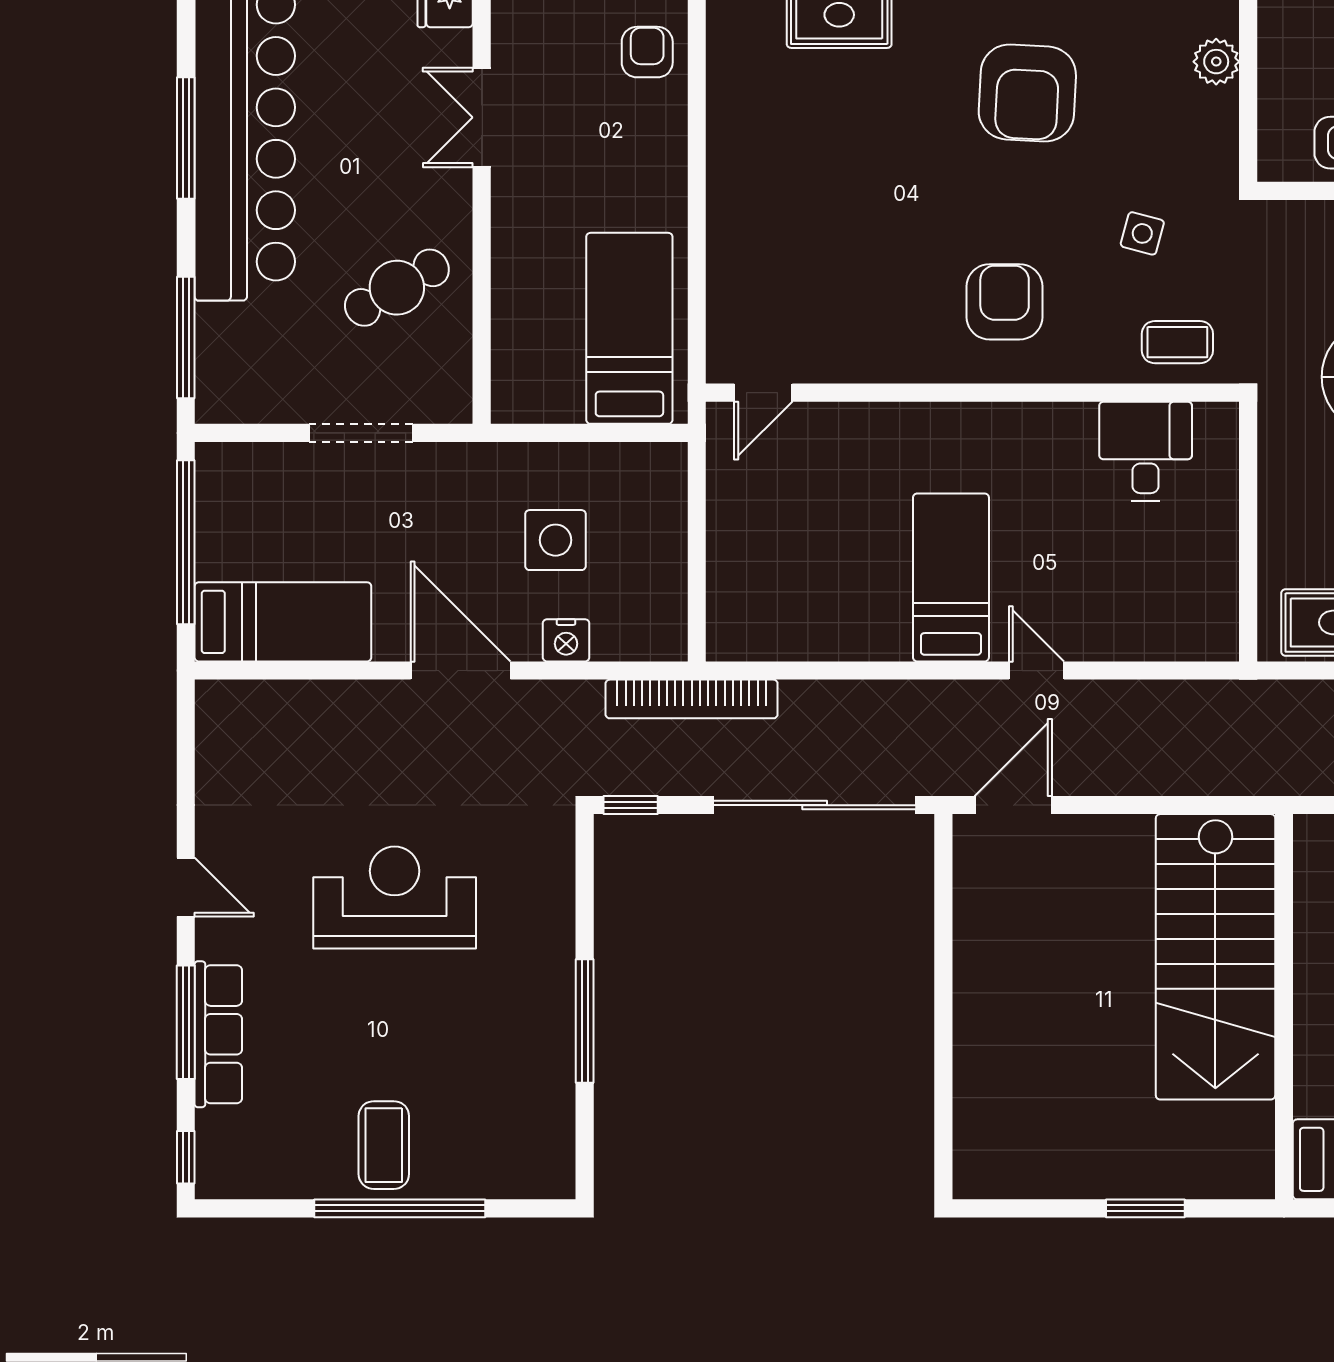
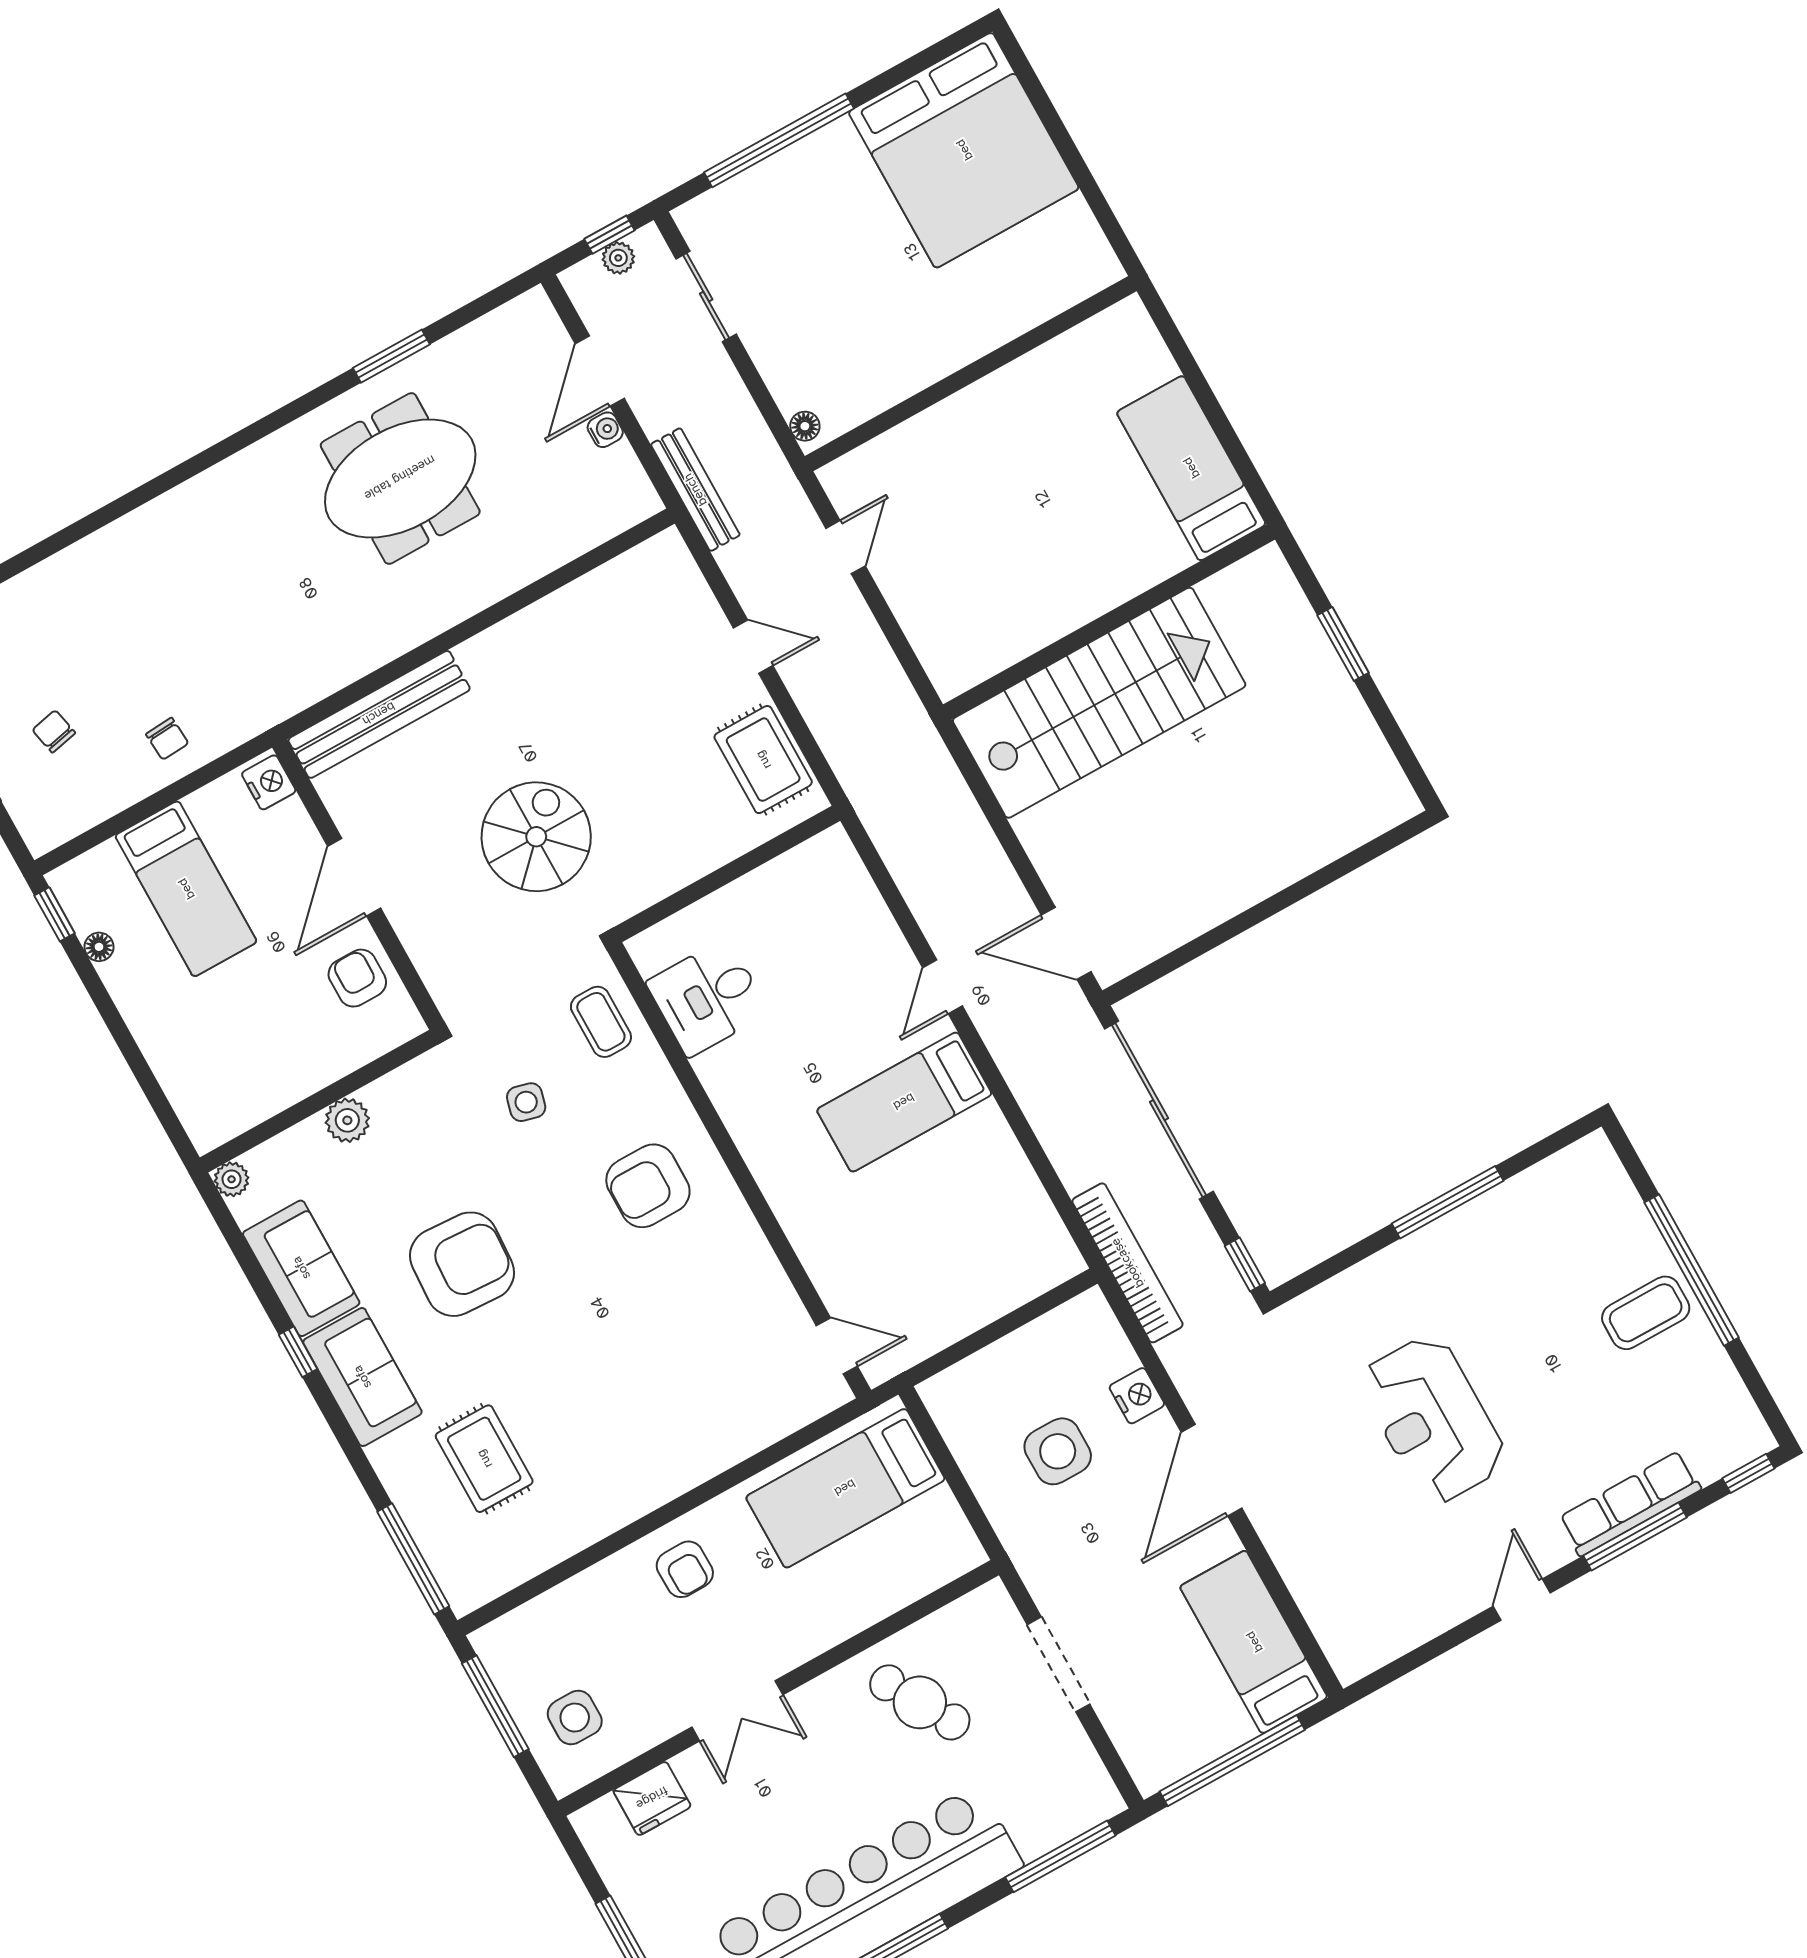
armchair: (647, 52) -> (685, 1569), moved, turned -91

